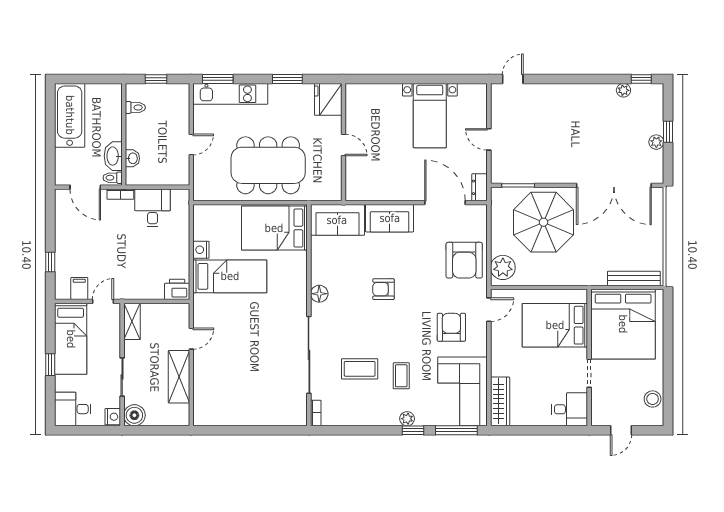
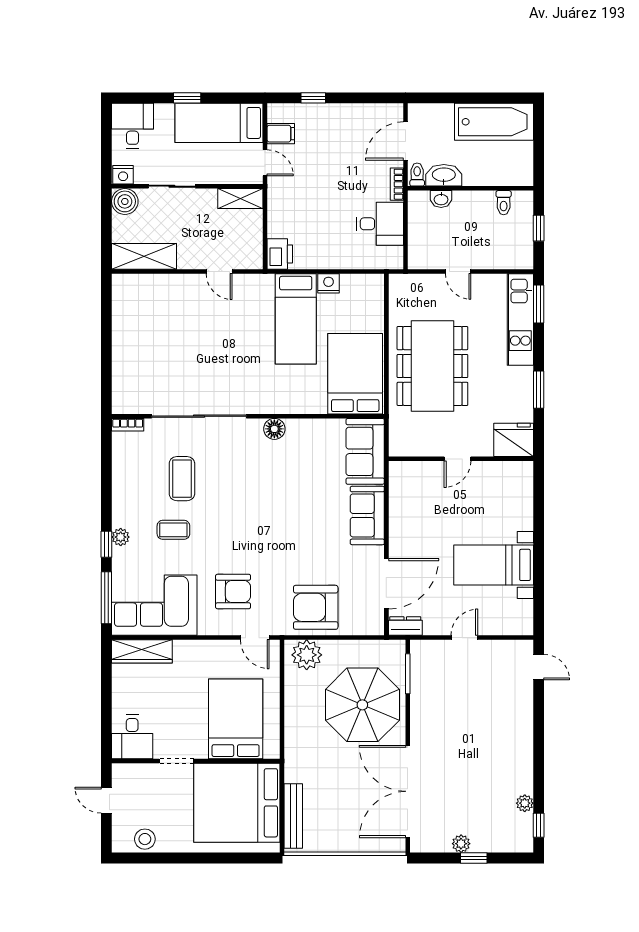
armchair: (384, 289) -> (280, 508), removed
shelving: (179, 377) -> (144, 256), moved

